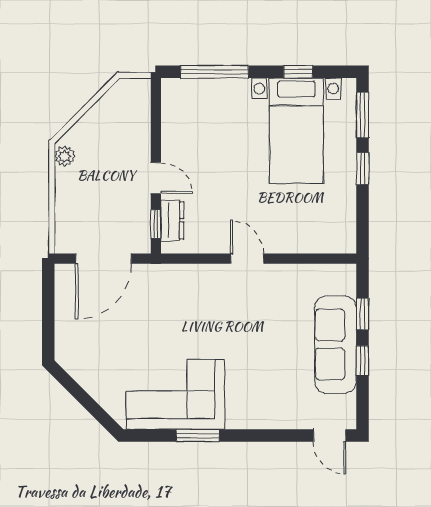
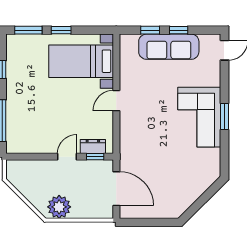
bed with nightstands: (296, 131) -> (81, 61), moved, turned 180
plant: (65, 156) -> (59, 207), width x1.88, depth x1.88
corner sofa: (175, 394) -> (199, 117), moved
window: (198, 436) -> (225, 116), moved

